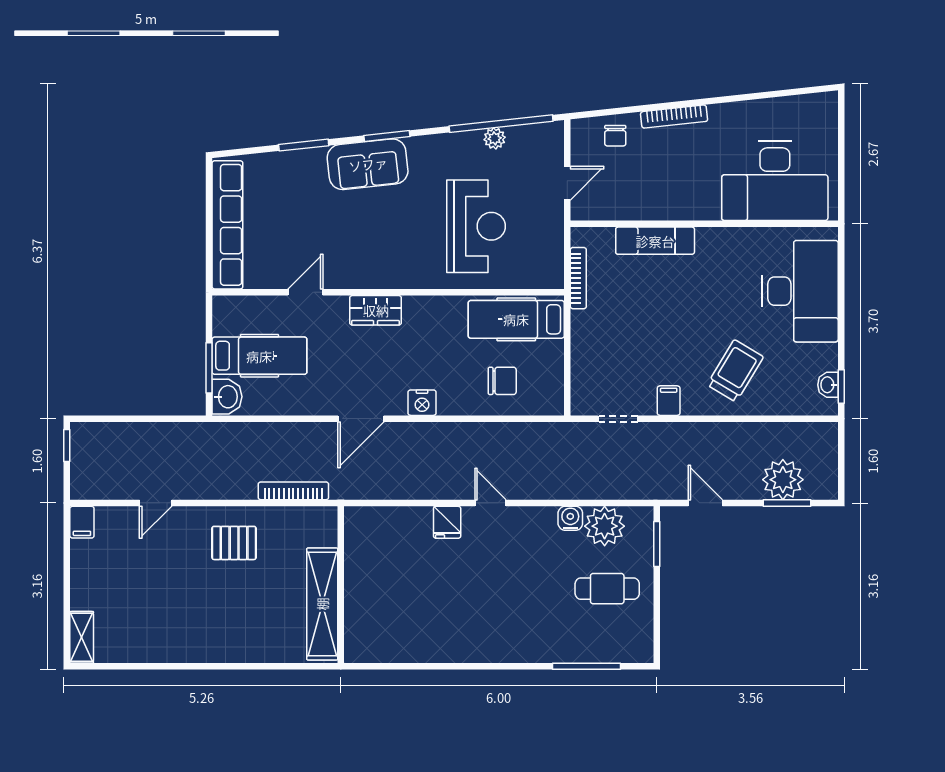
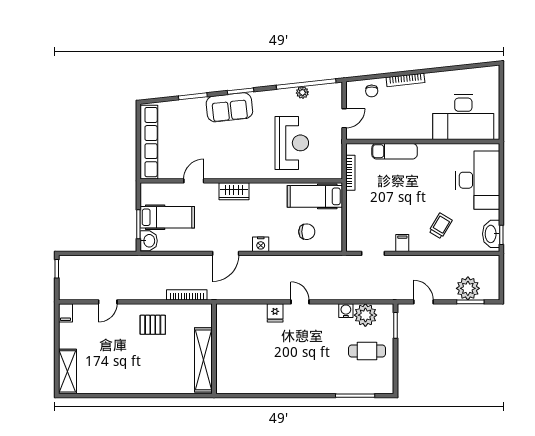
trolley: (735, 371) -> (441, 226), width x0.73, depth x0.72
washbasin: (828, 385) -> (491, 234), width x1.91, depth x1.45
shelving: (82, 637) -> (67, 371), width x1.50, depth x1.33

